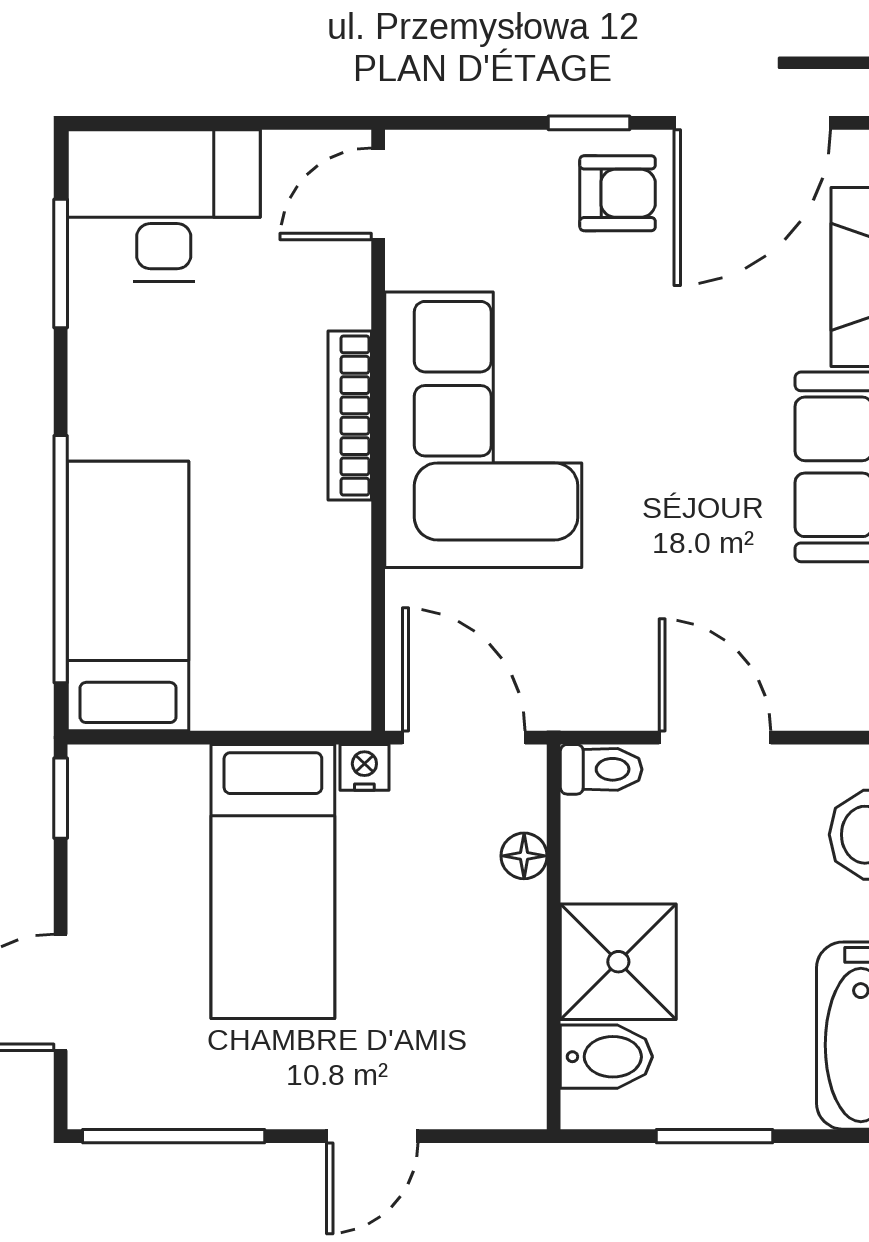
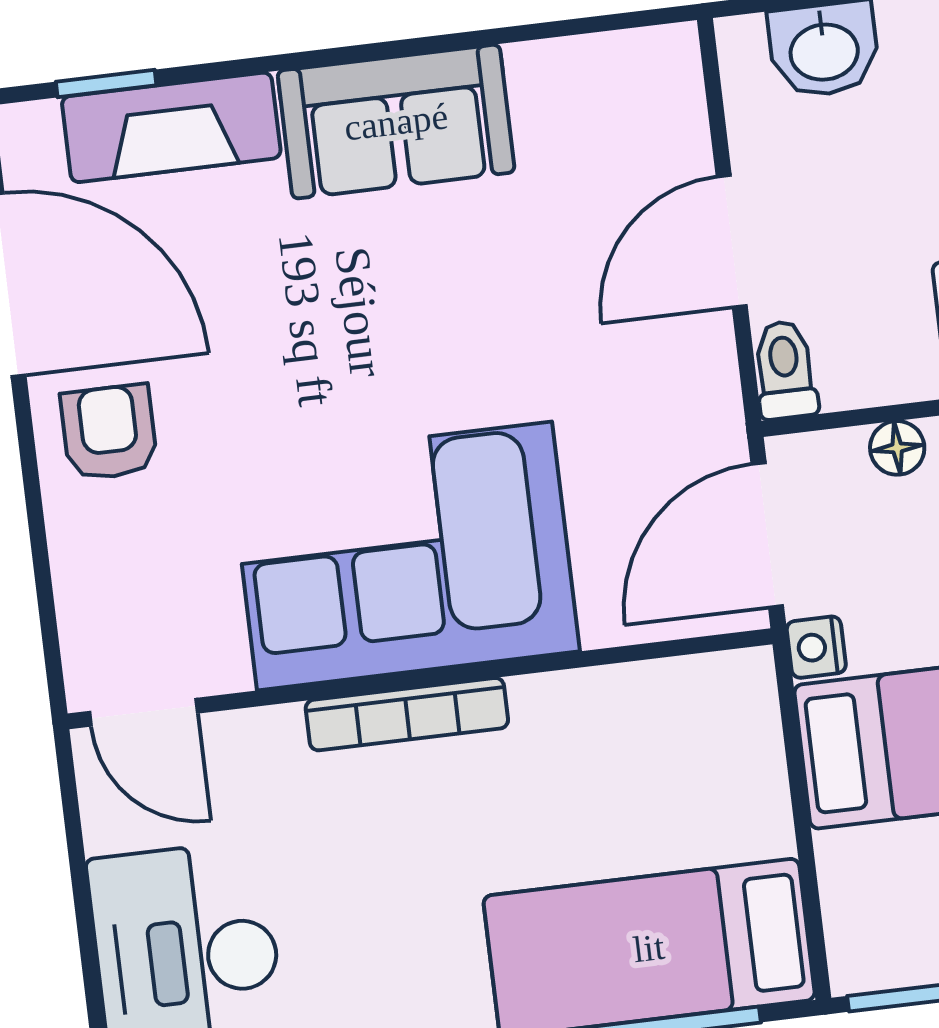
window: (589, 123) -> (31, 476), removed

